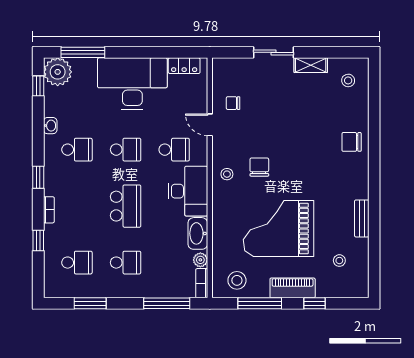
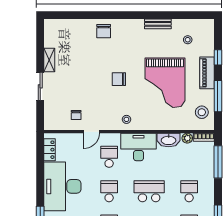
stool: (348, 80) -> (60, 33), removed
chair: (259, 167) -> (119, 79), moved

